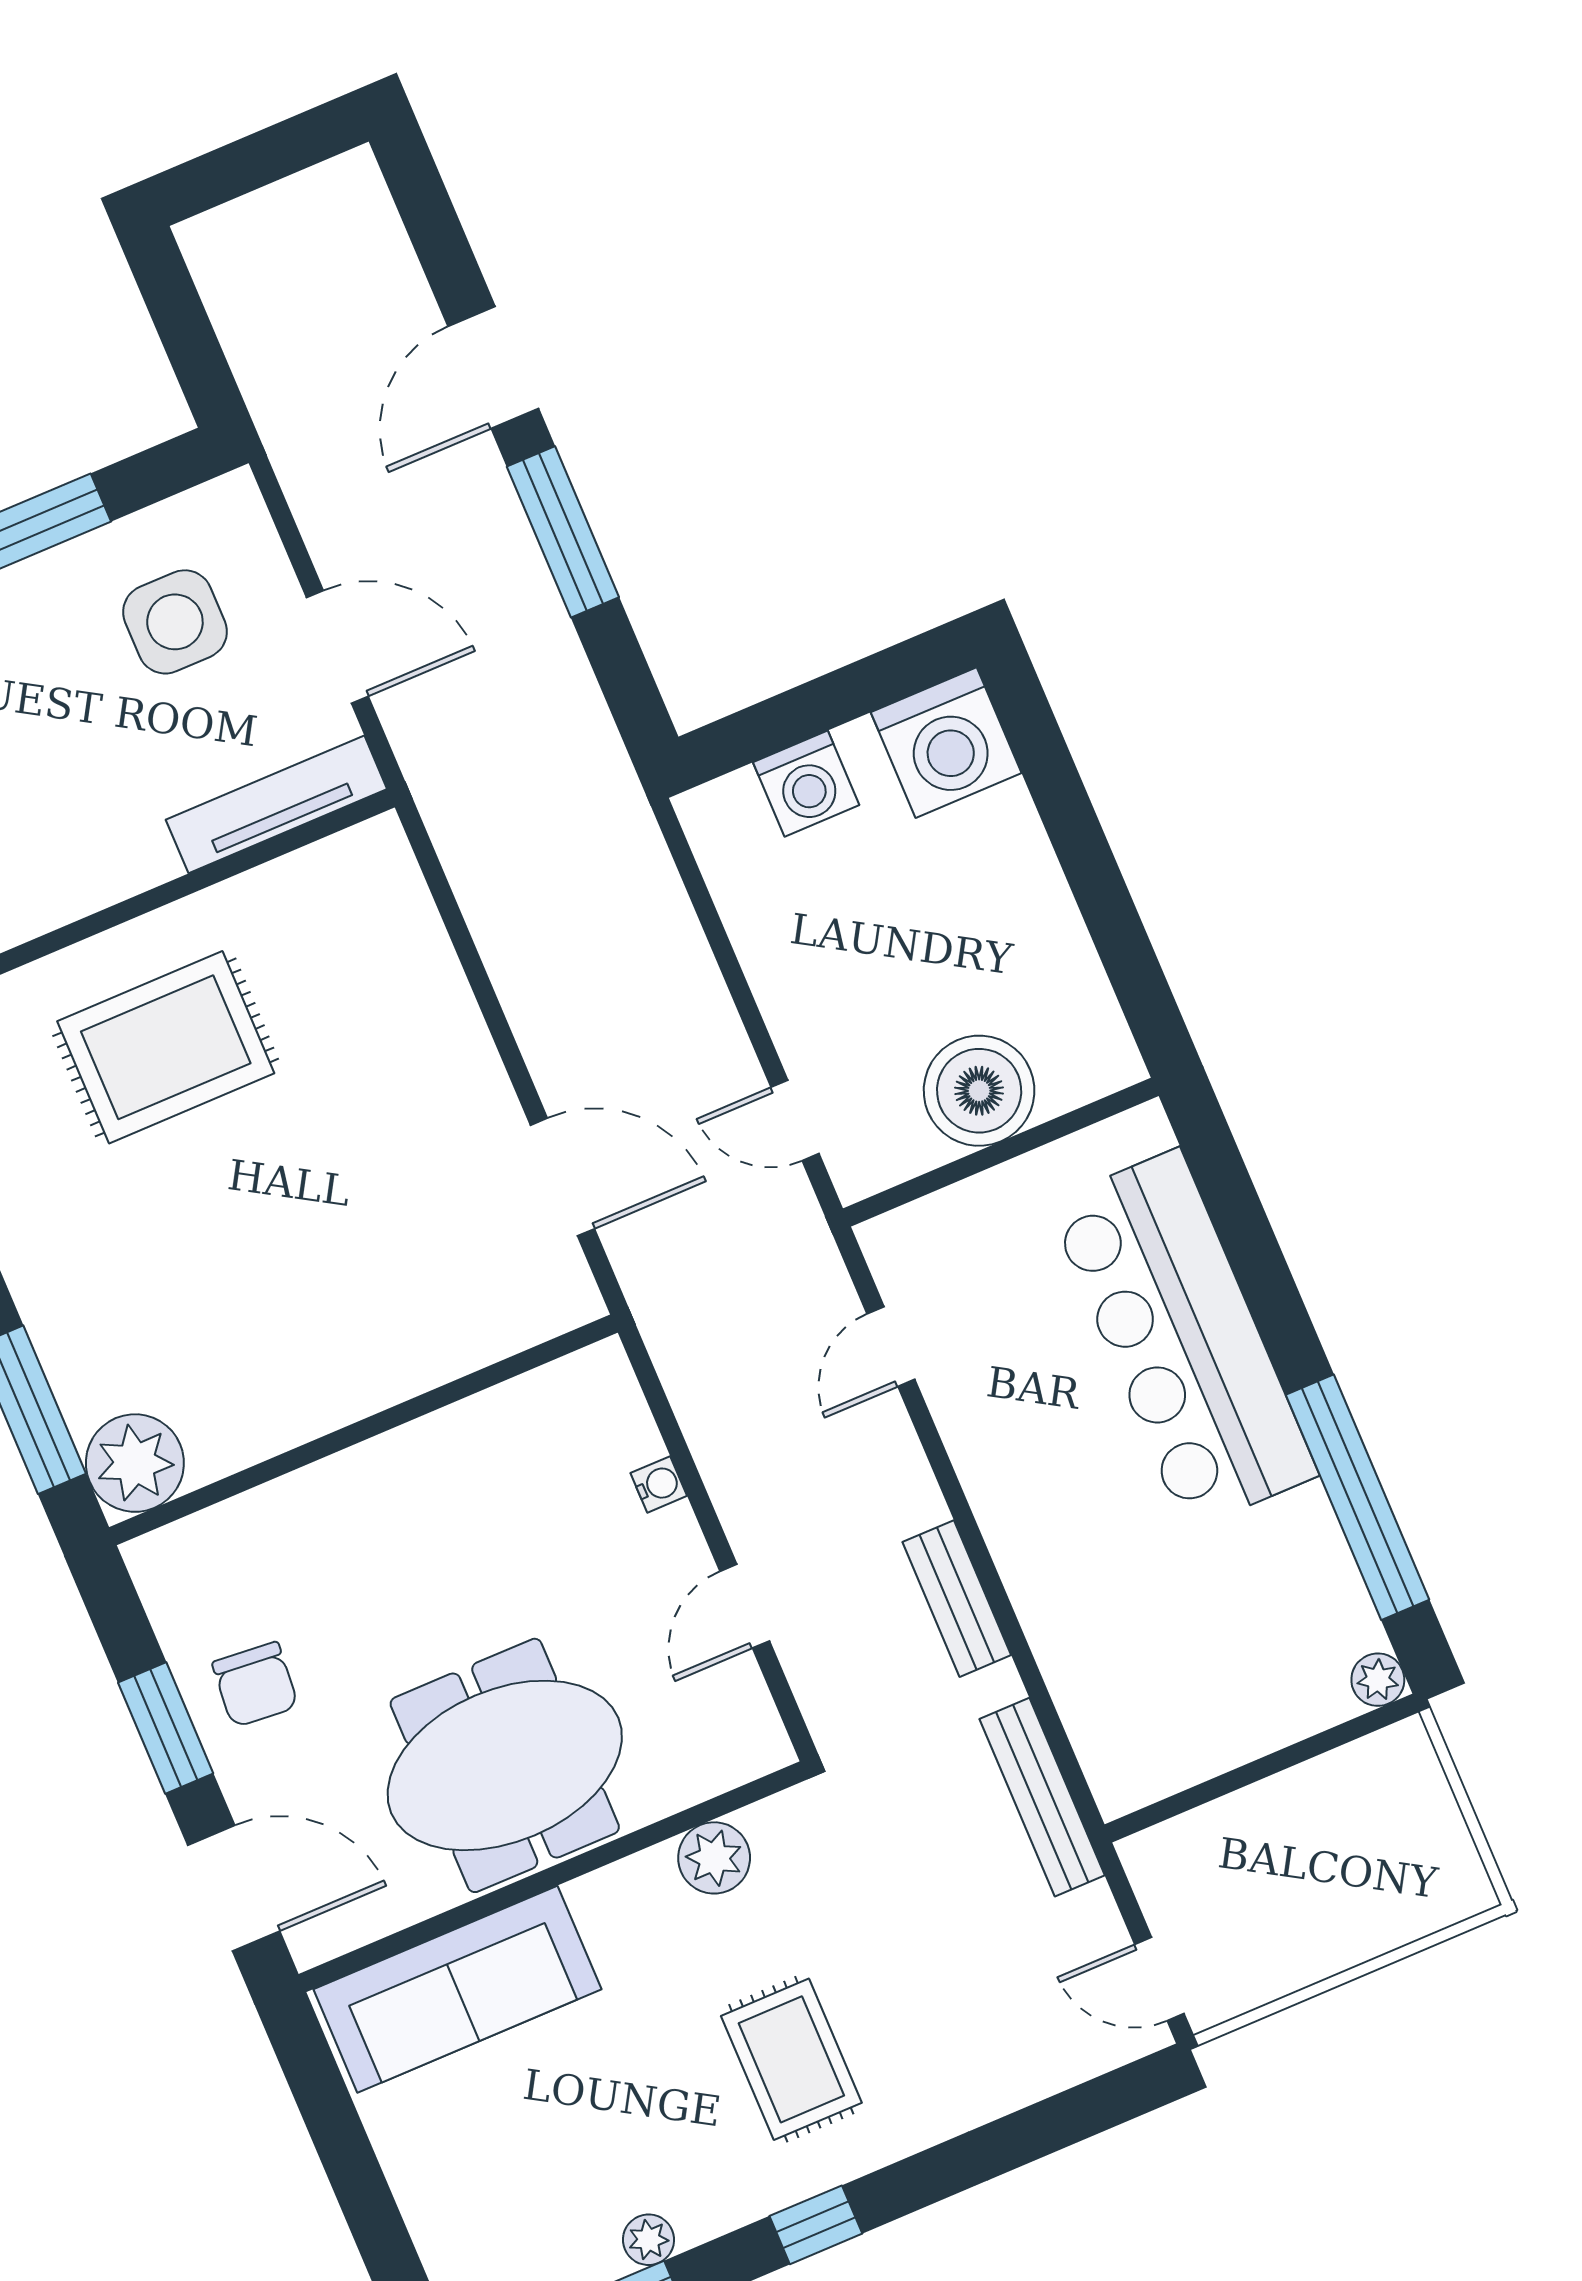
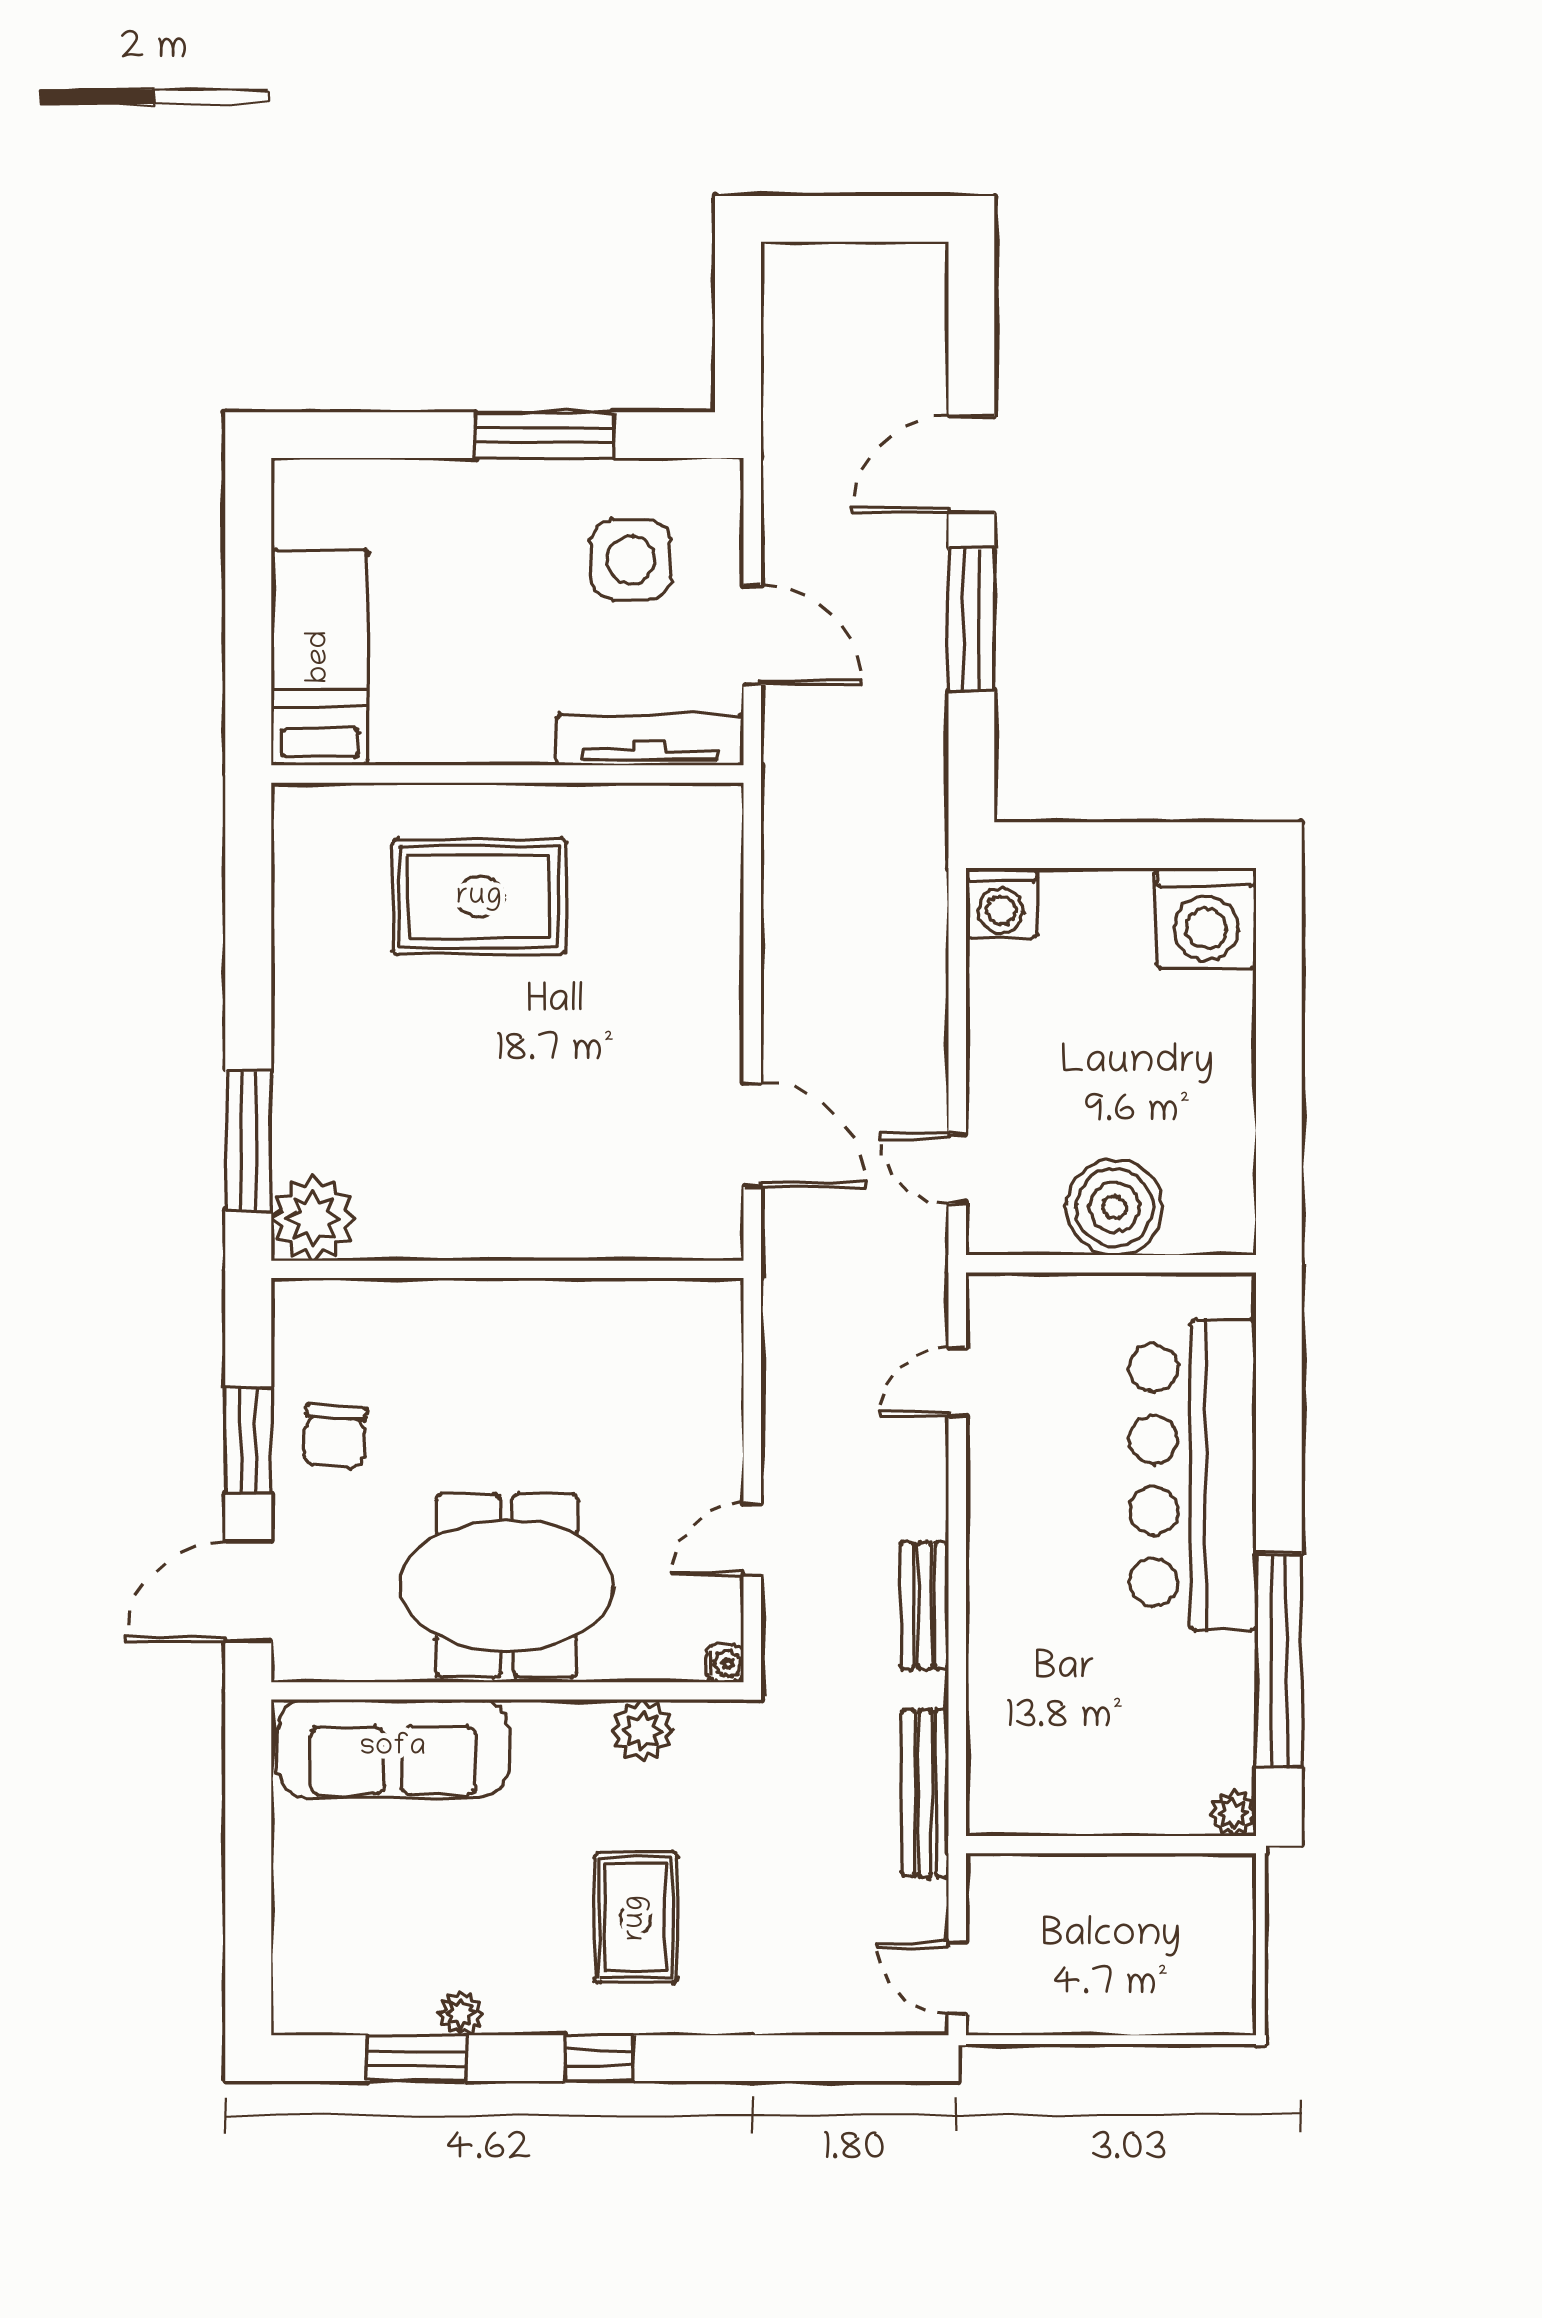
washing machine: (806, 784) -> (1001, 903), moved
water cooler: (659, 1484) -> (725, 1663), moved
door: (234, 1888) -> (248, 1592), swing flipped

